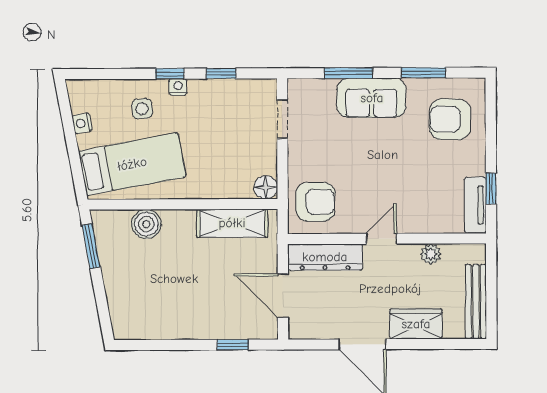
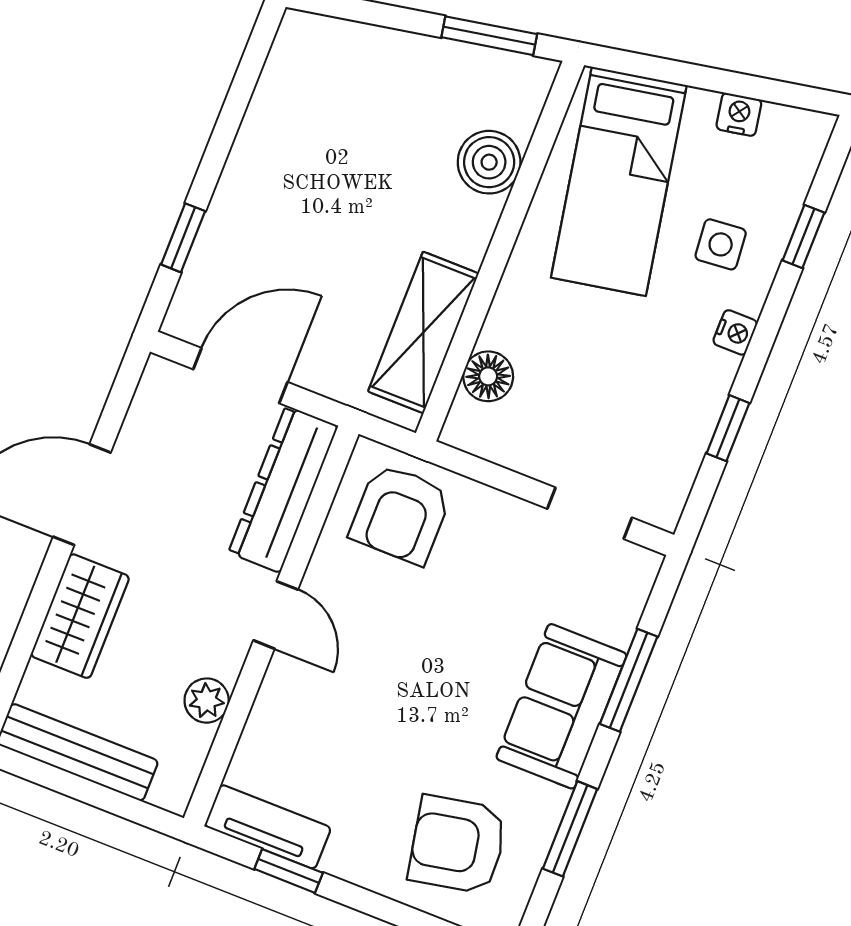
window: (170, 74) -> (803, 237), moved
armchair: (450, 119) -> (458, 845), turned -102
floor lamp: (266, 187) -> (488, 376), moved

